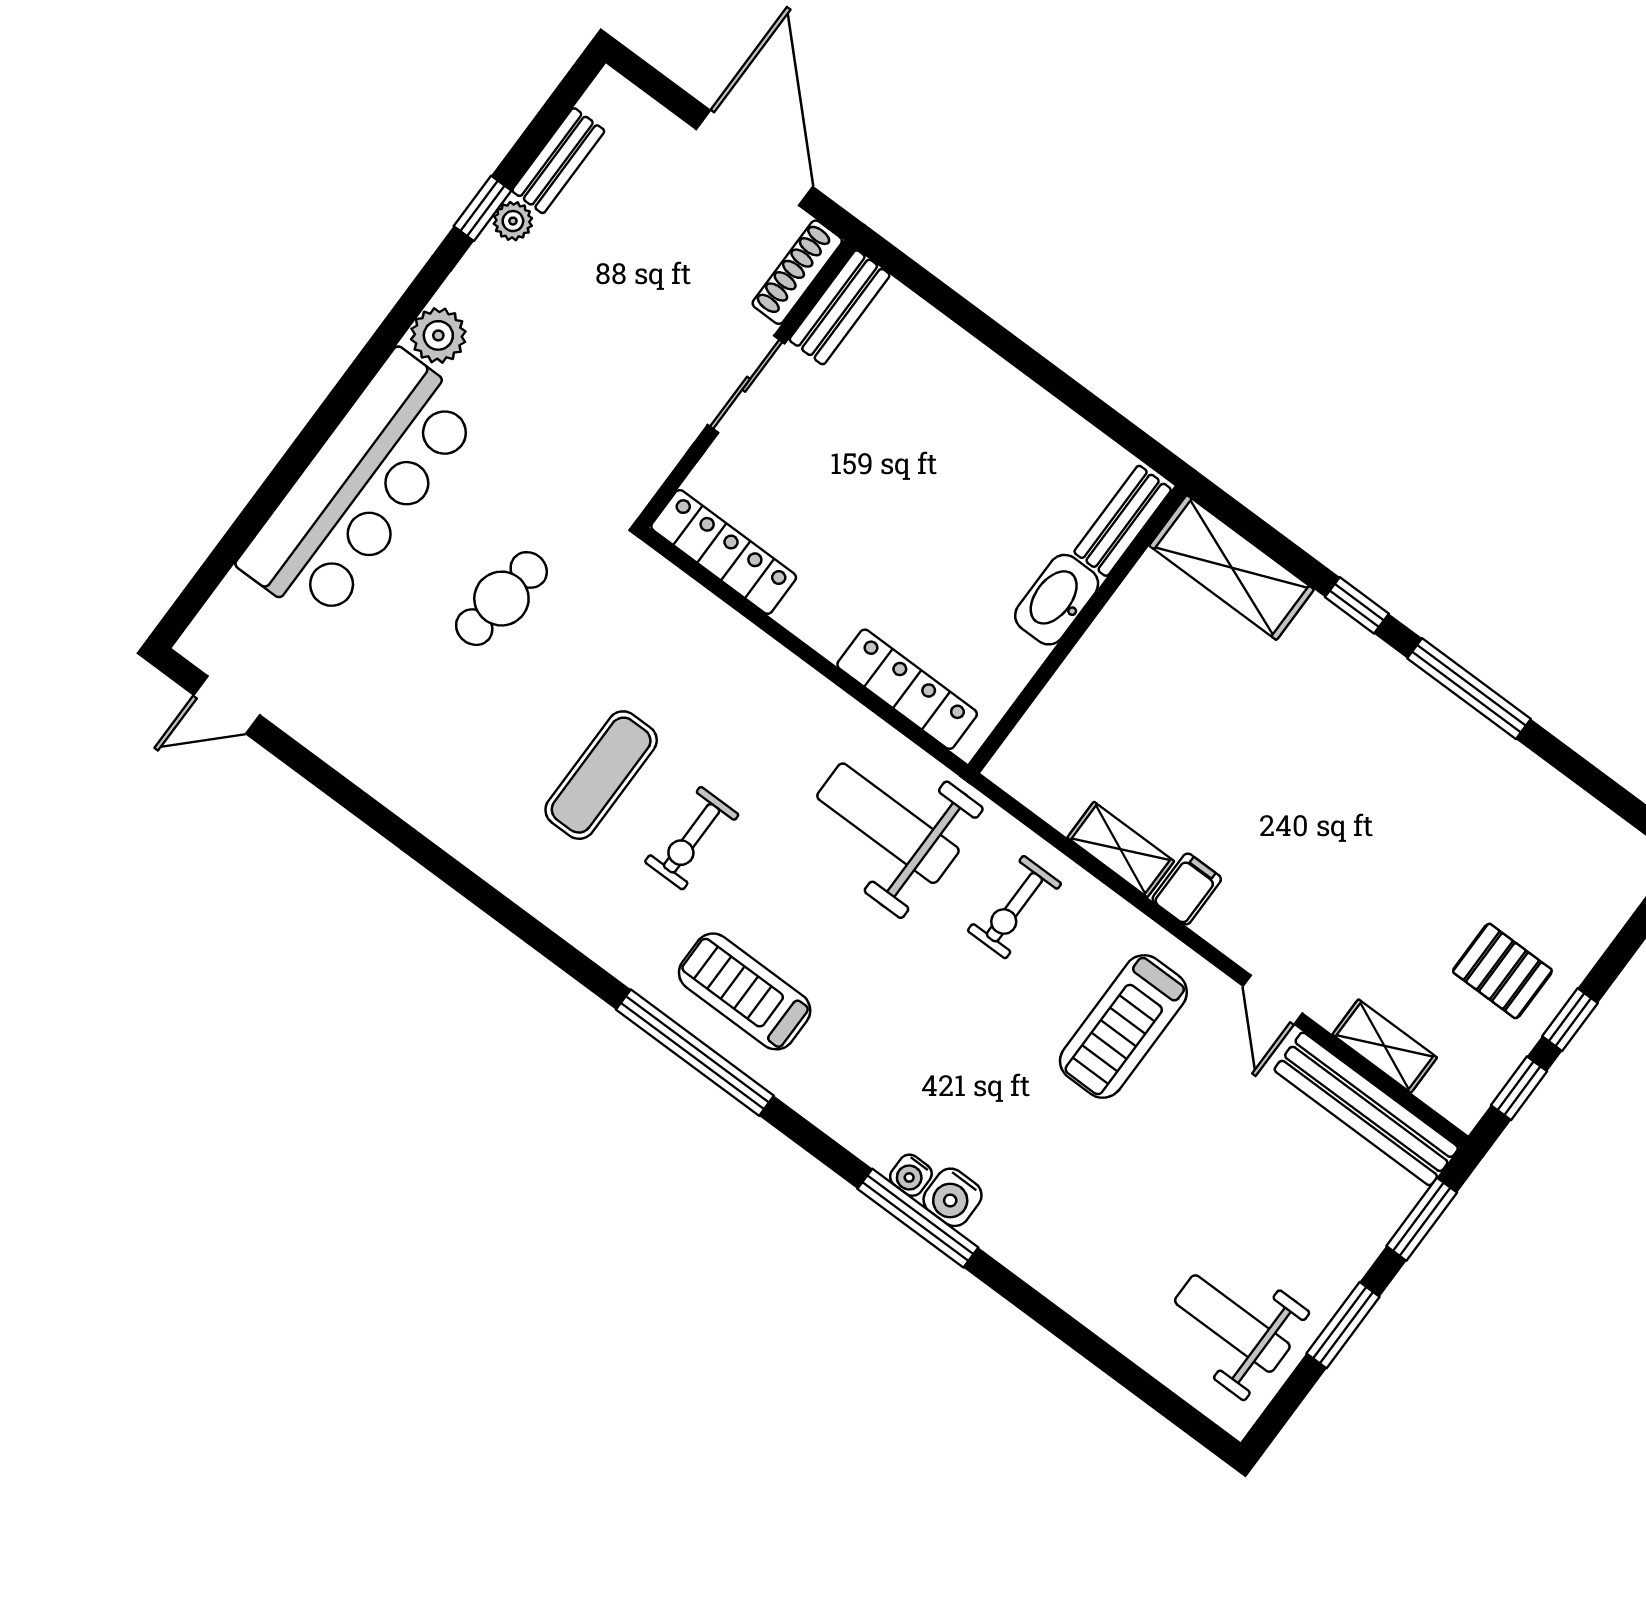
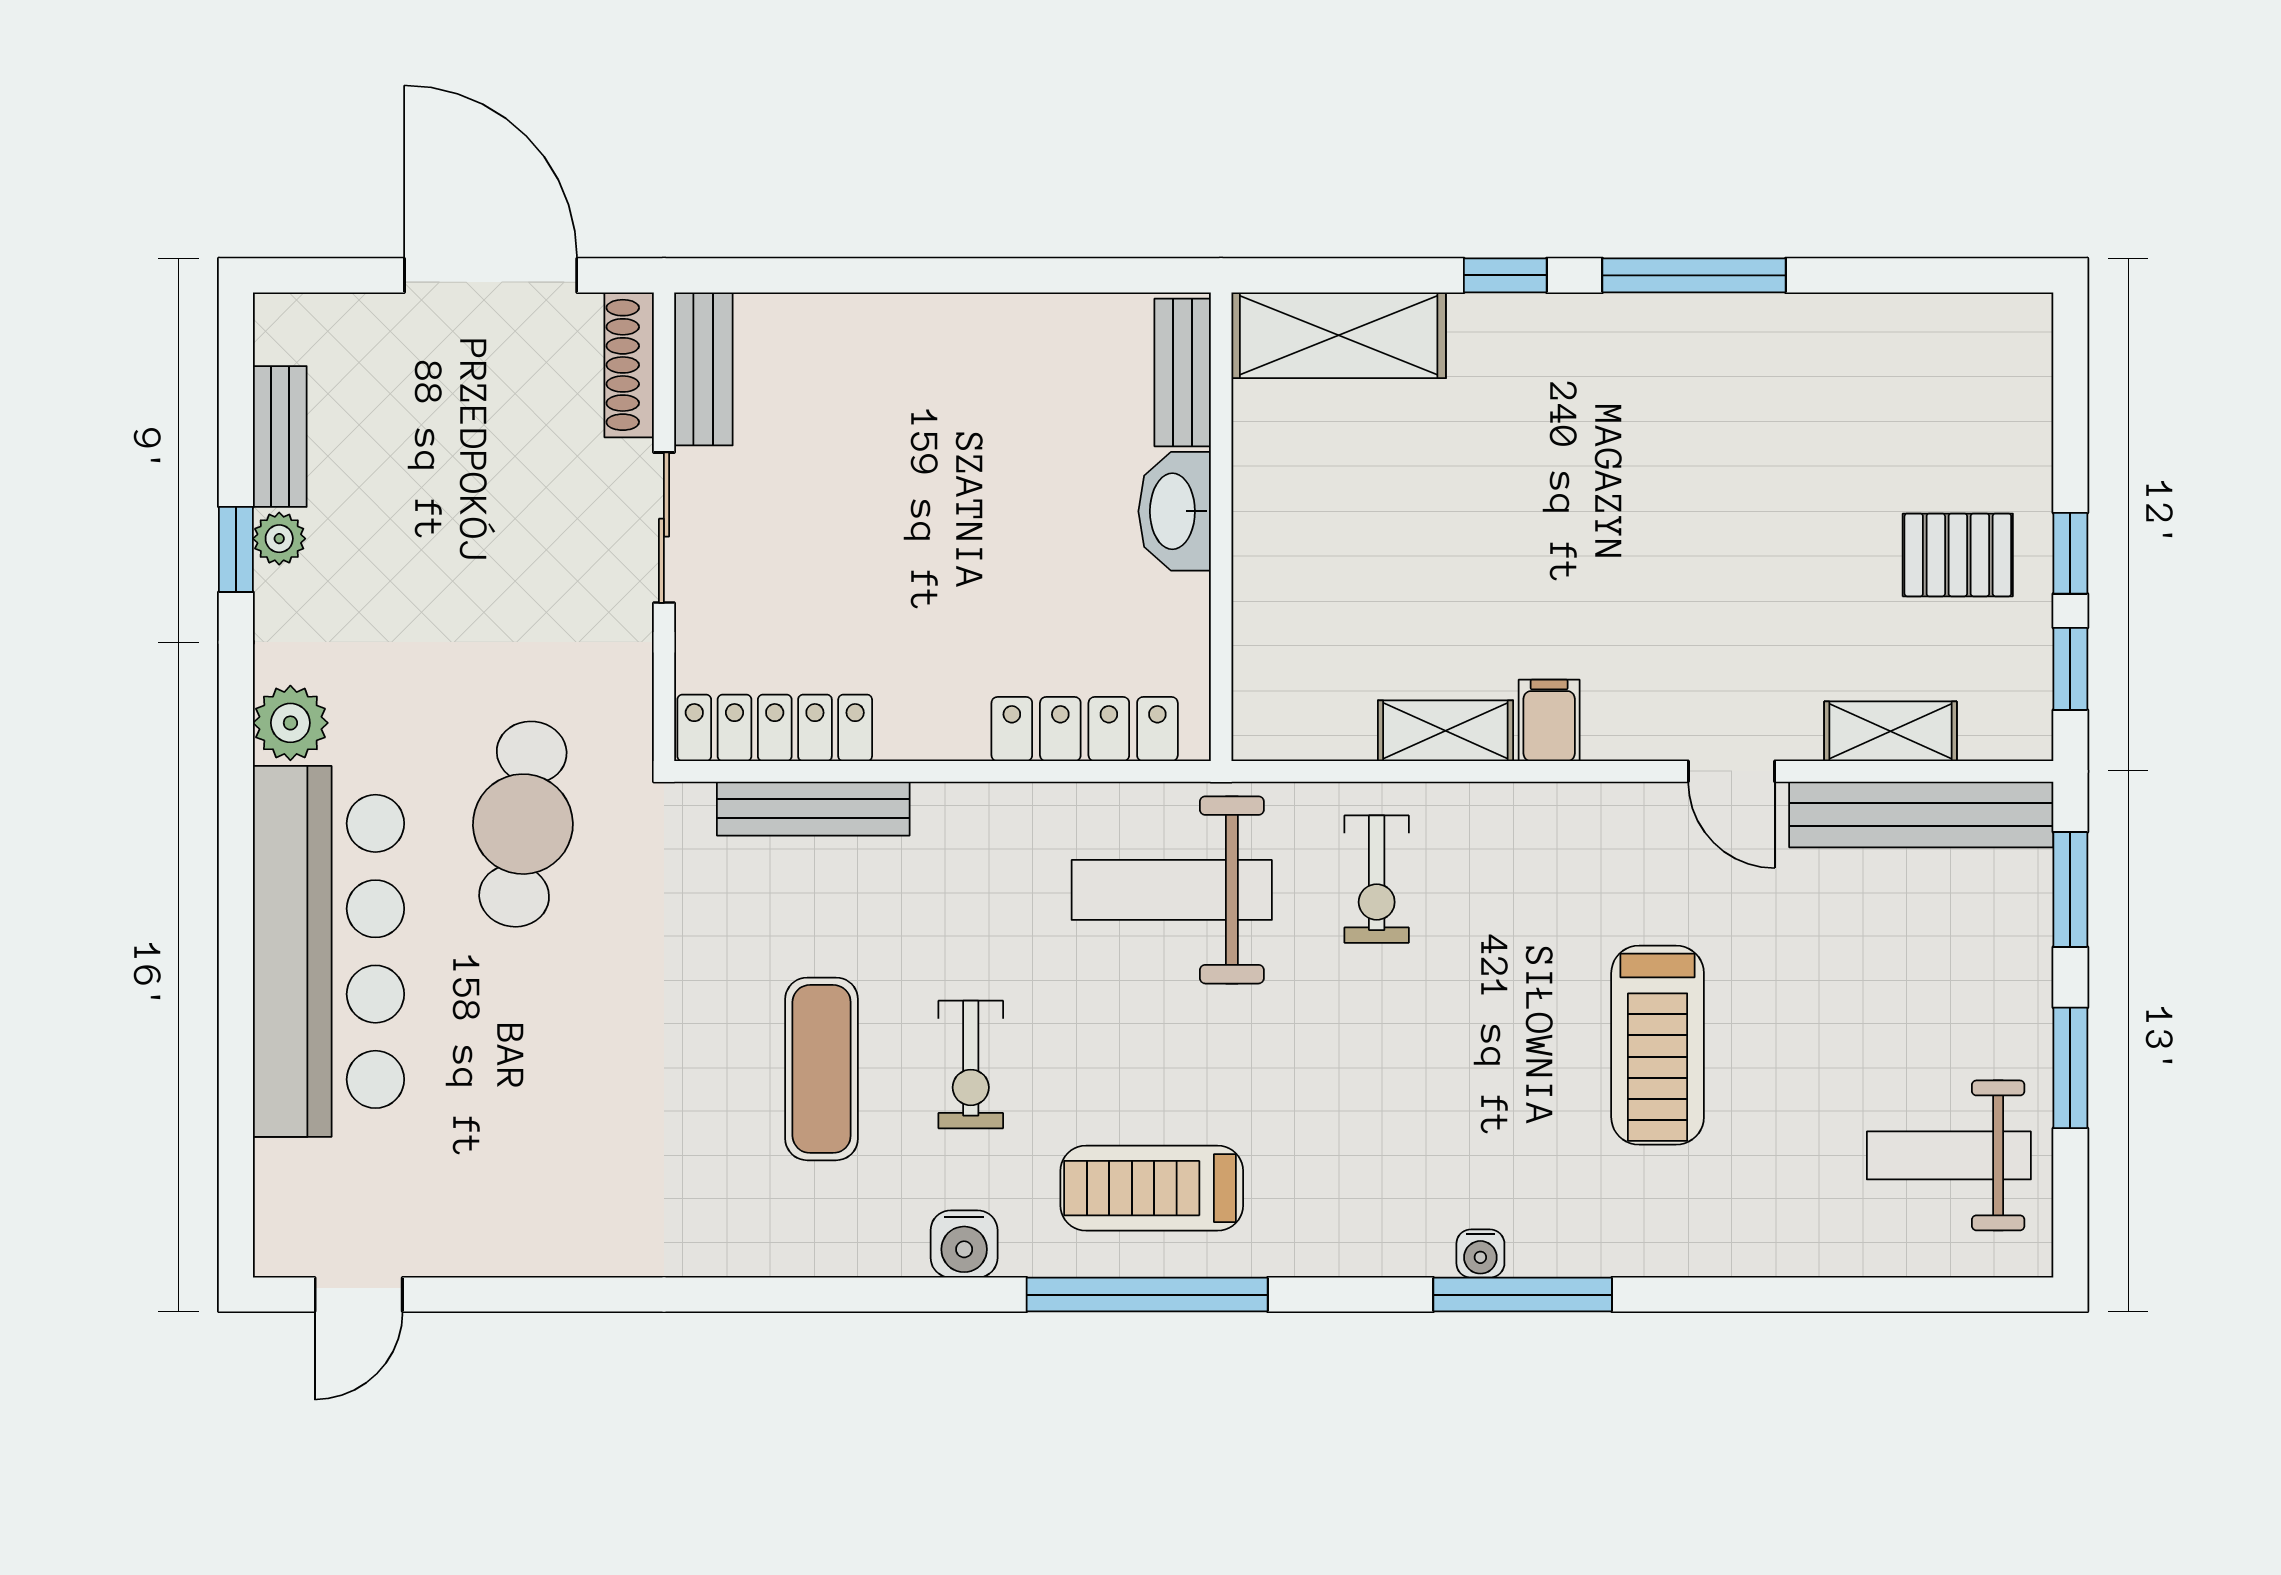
cafe table: (501, 599) -> (523, 824), moved, width x1.37, depth x1.35
bench: (711, 617) -> (813, 809), added
treadmill: (1123, 1026) -> (1658, 1045), moved
water cooler: (953, 1197) -> (964, 1244), moved

